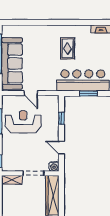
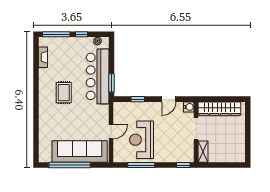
rug: (68, 48) -> (64, 93), turned 90
window: (88, 94) -> (112, 83), moved

